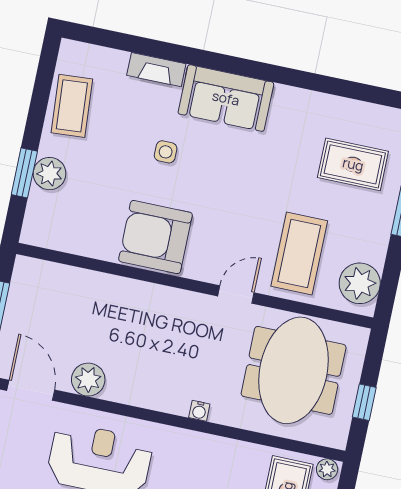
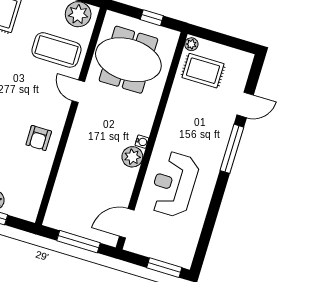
armchair: (155, 237) -> (39, 138), width x0.53, depth x0.53
plant: (88, 380) -> (132, 157), moved
water cooler: (199, 411) -> (142, 142), moved

